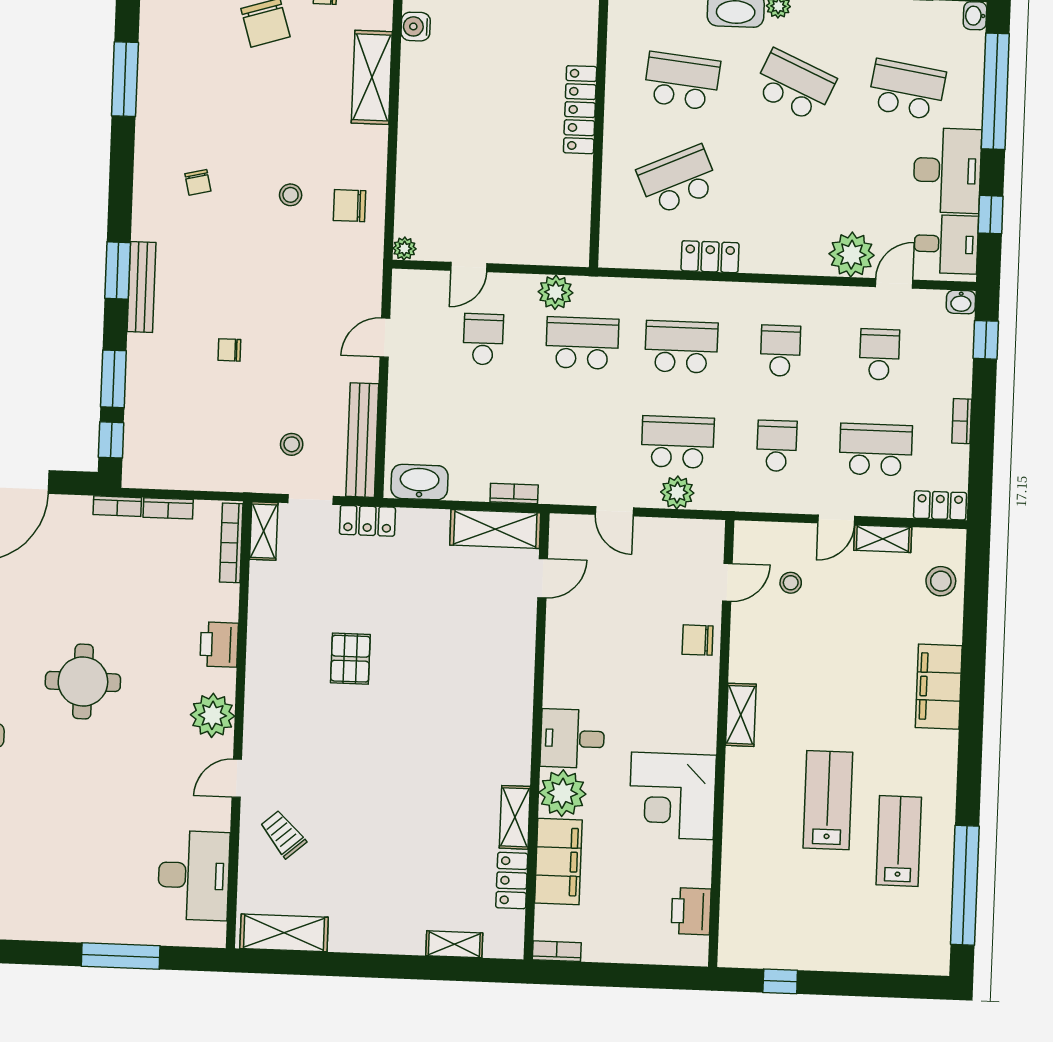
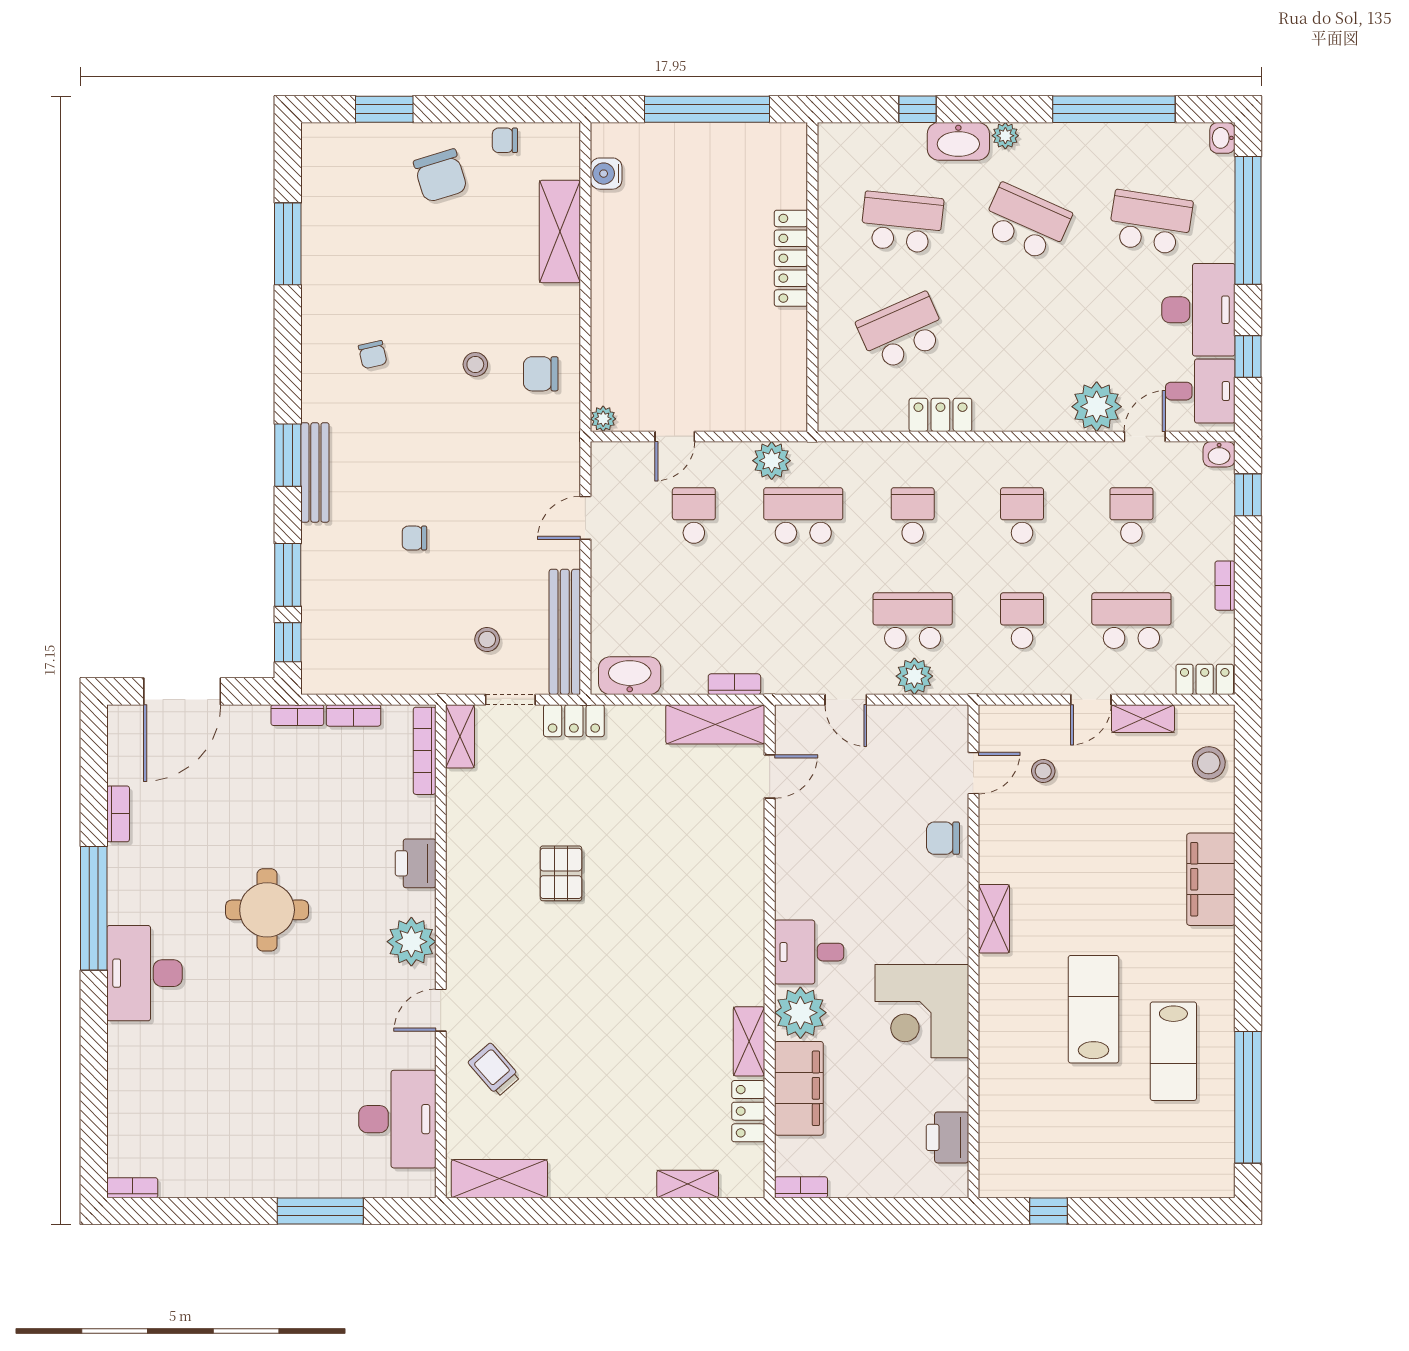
school desk: (681, 347) -> (913, 515), width x0.54
lab bench: (899, 841) -> (1173, 1051), turned 180

